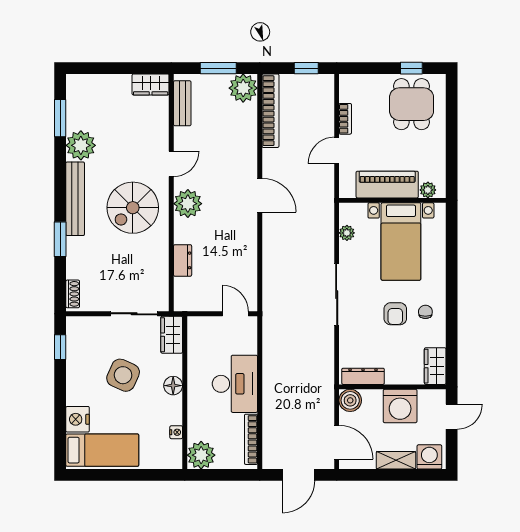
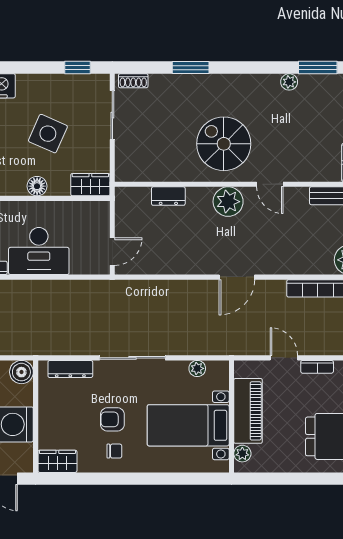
plant: (81, 145) -> (289, 82), width x0.53, depth x0.53
bench: (75, 199) -> (233, 83), removed
sliding door: (134, 314) -> (112, 115), moved
dresser: (363, 376) -> (70, 369), moved, turned 90

